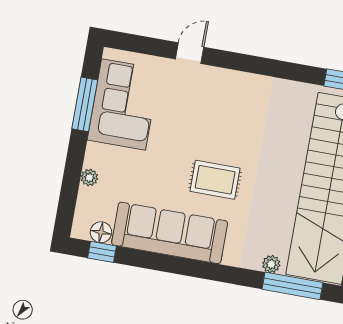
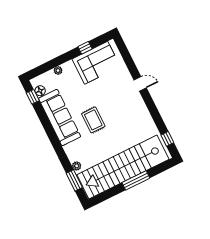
door: (190, 53) -> (140, 84), moved
window: (85, 104) -> (85, 48), width x0.46
window: (292, 286) -> (74, 180), width x0.69

